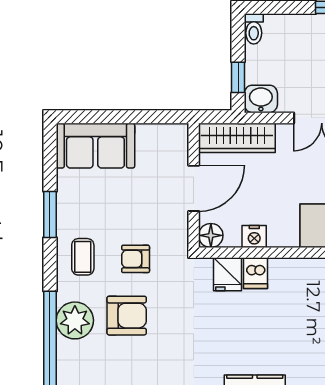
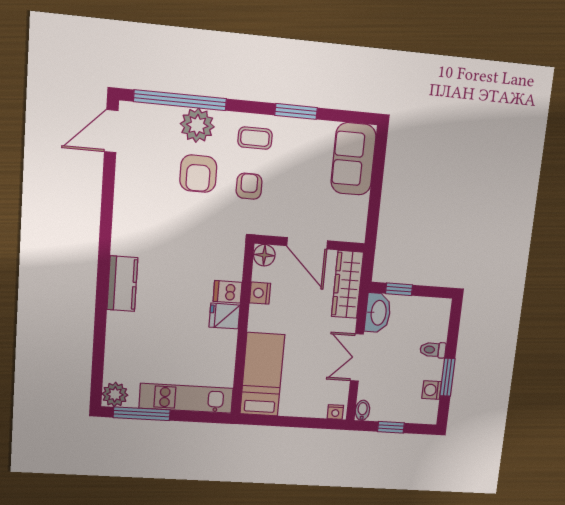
toilet: (254, 29) -> (433, 350), moved
washbasin: (261, 99) -> (378, 313), width x1.38
fridge: (228, 274) -> (225, 316), moved

